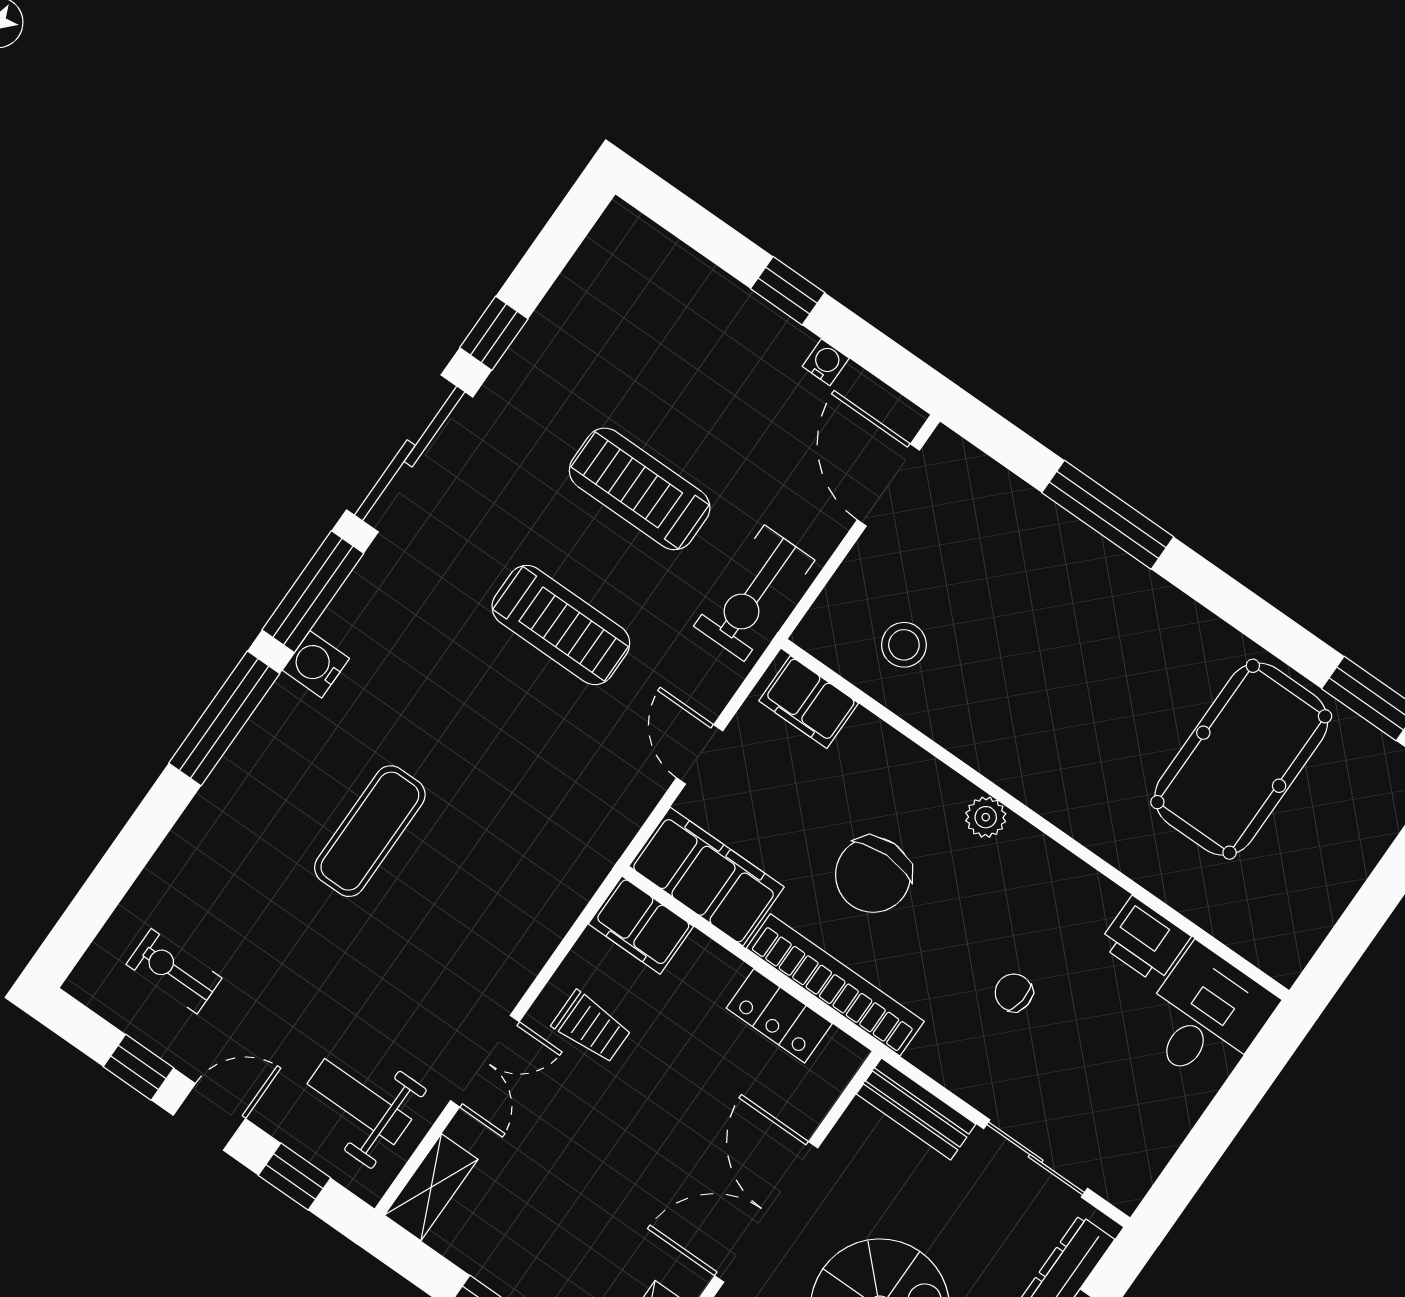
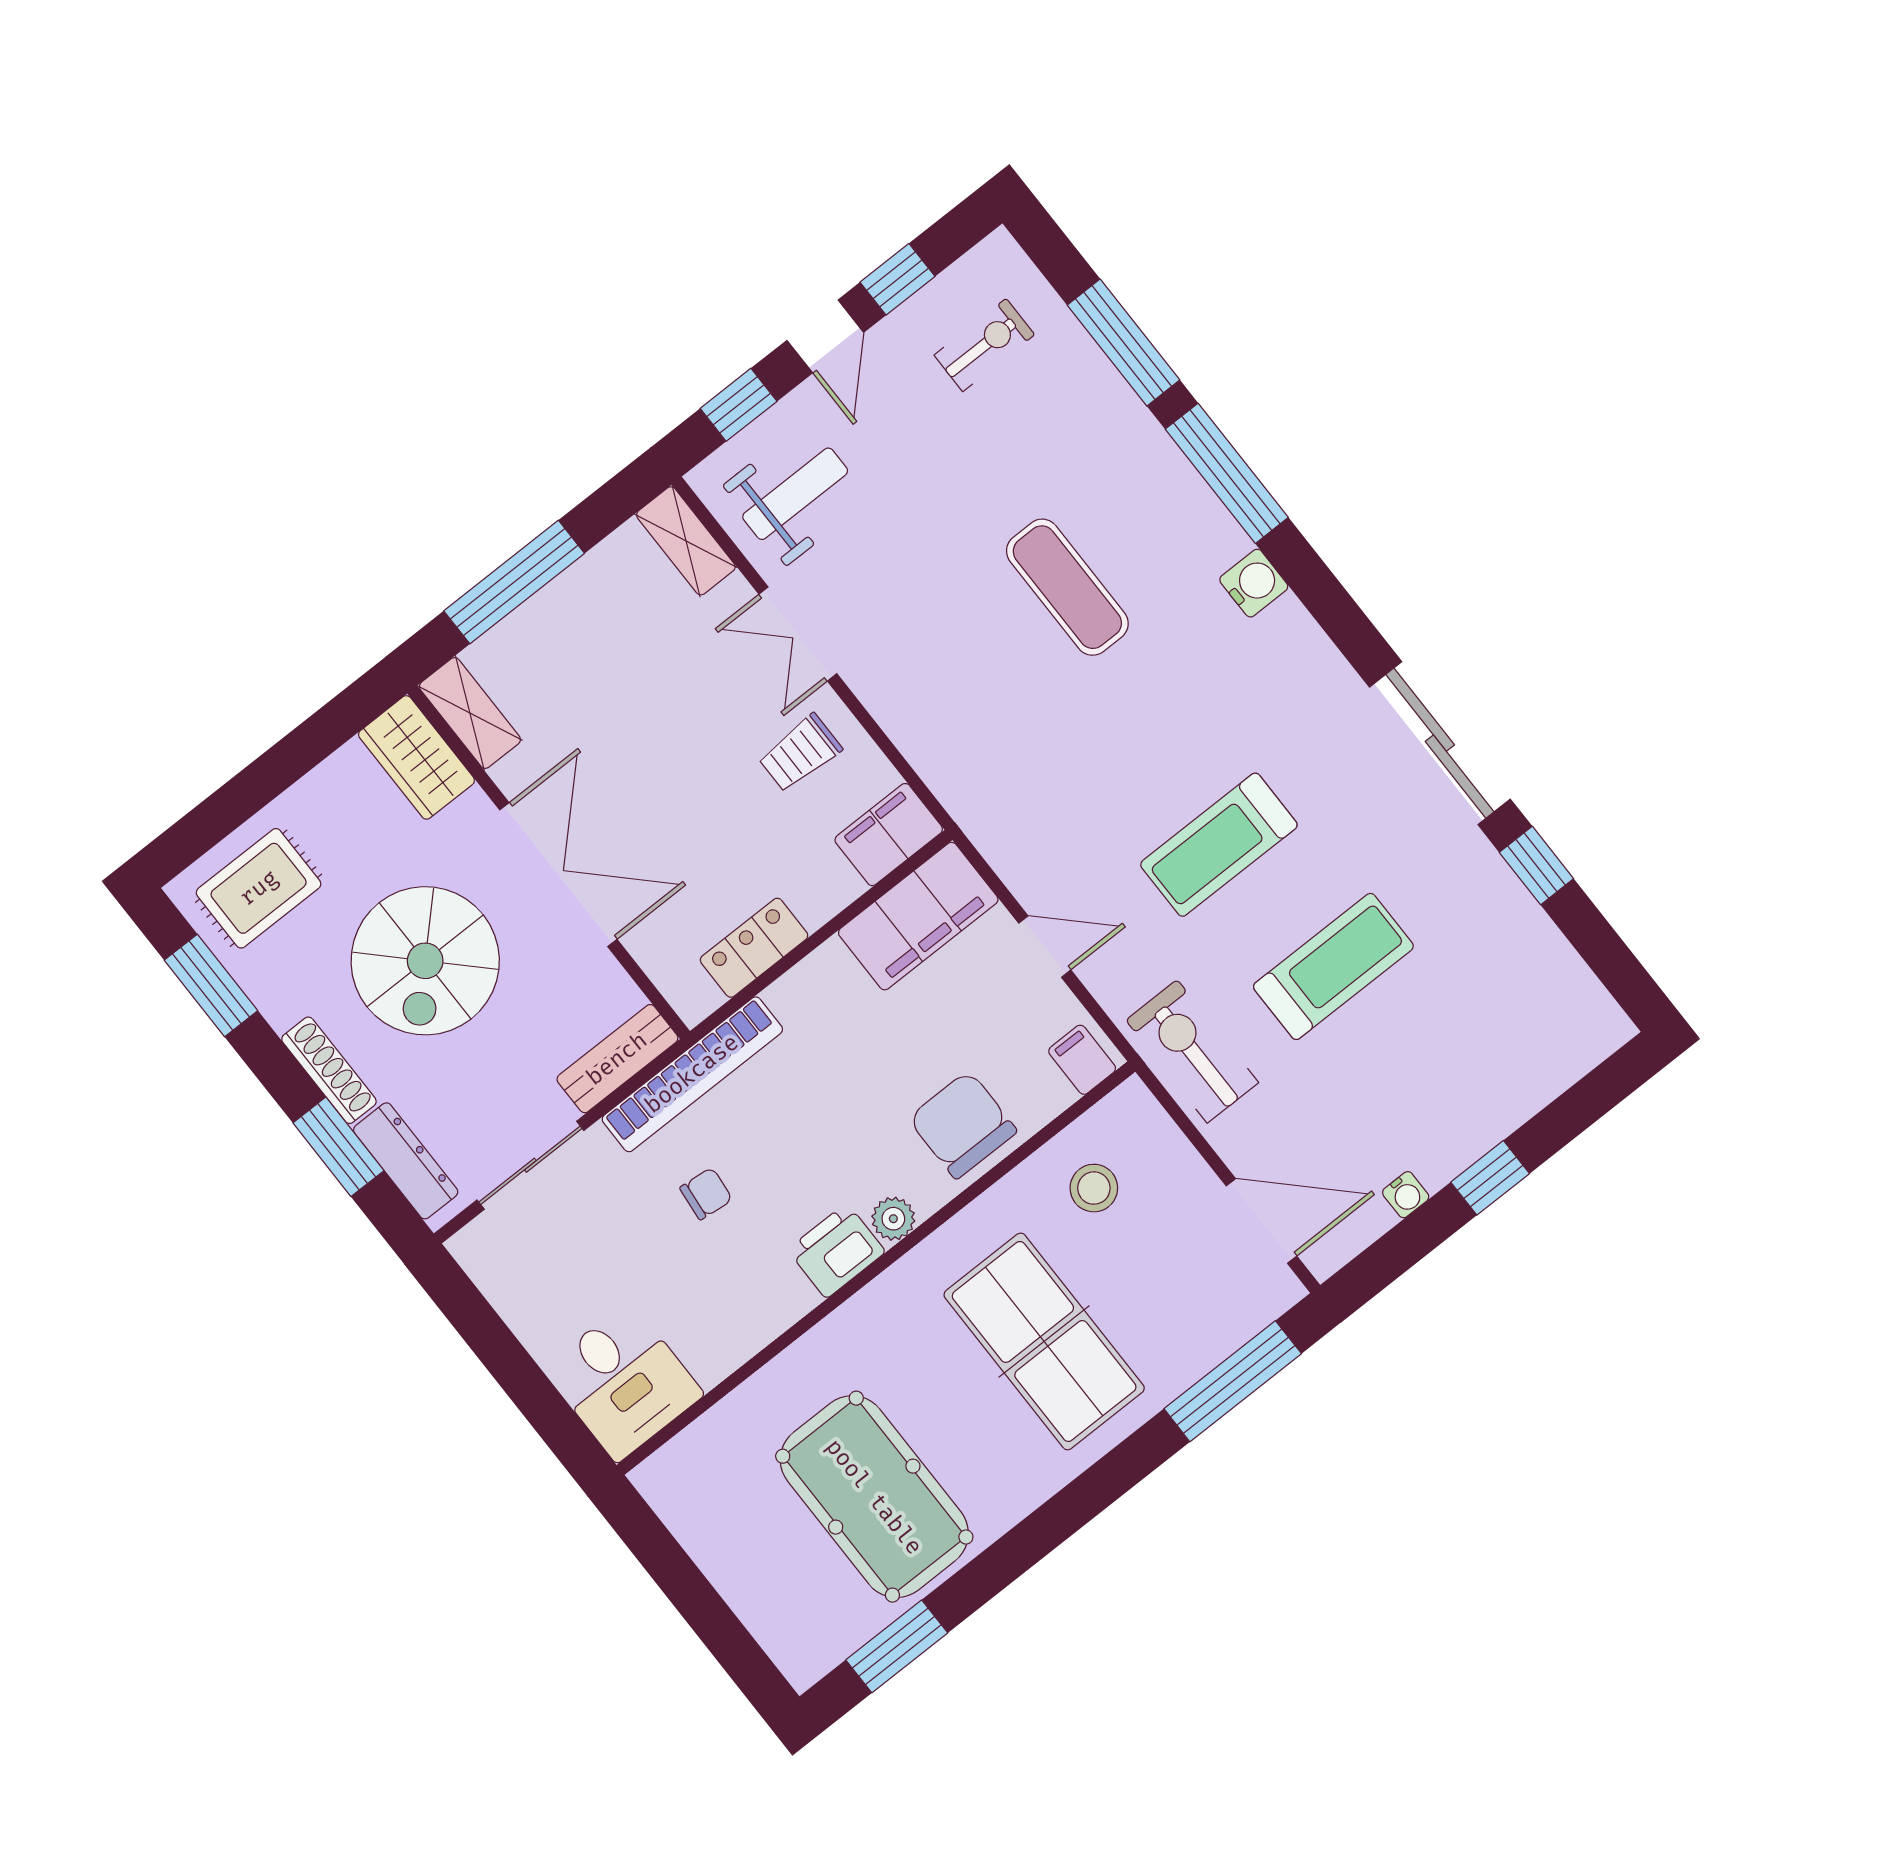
window: (1108, 515) -> (1233, 1381), moved
window: (313, 592) -> (1123, 342), moved
table tennis table: (1056, 648) -> (1044, 1341), added
filing cabinet: (809, 702) -> (1082, 1060), width x0.50
chair: (873, 875) -> (963, 1125), moved
printer: (1145, 940) -> (837, 1251), moved
bookcase: (835, 985) -> (692, 1074), moved

